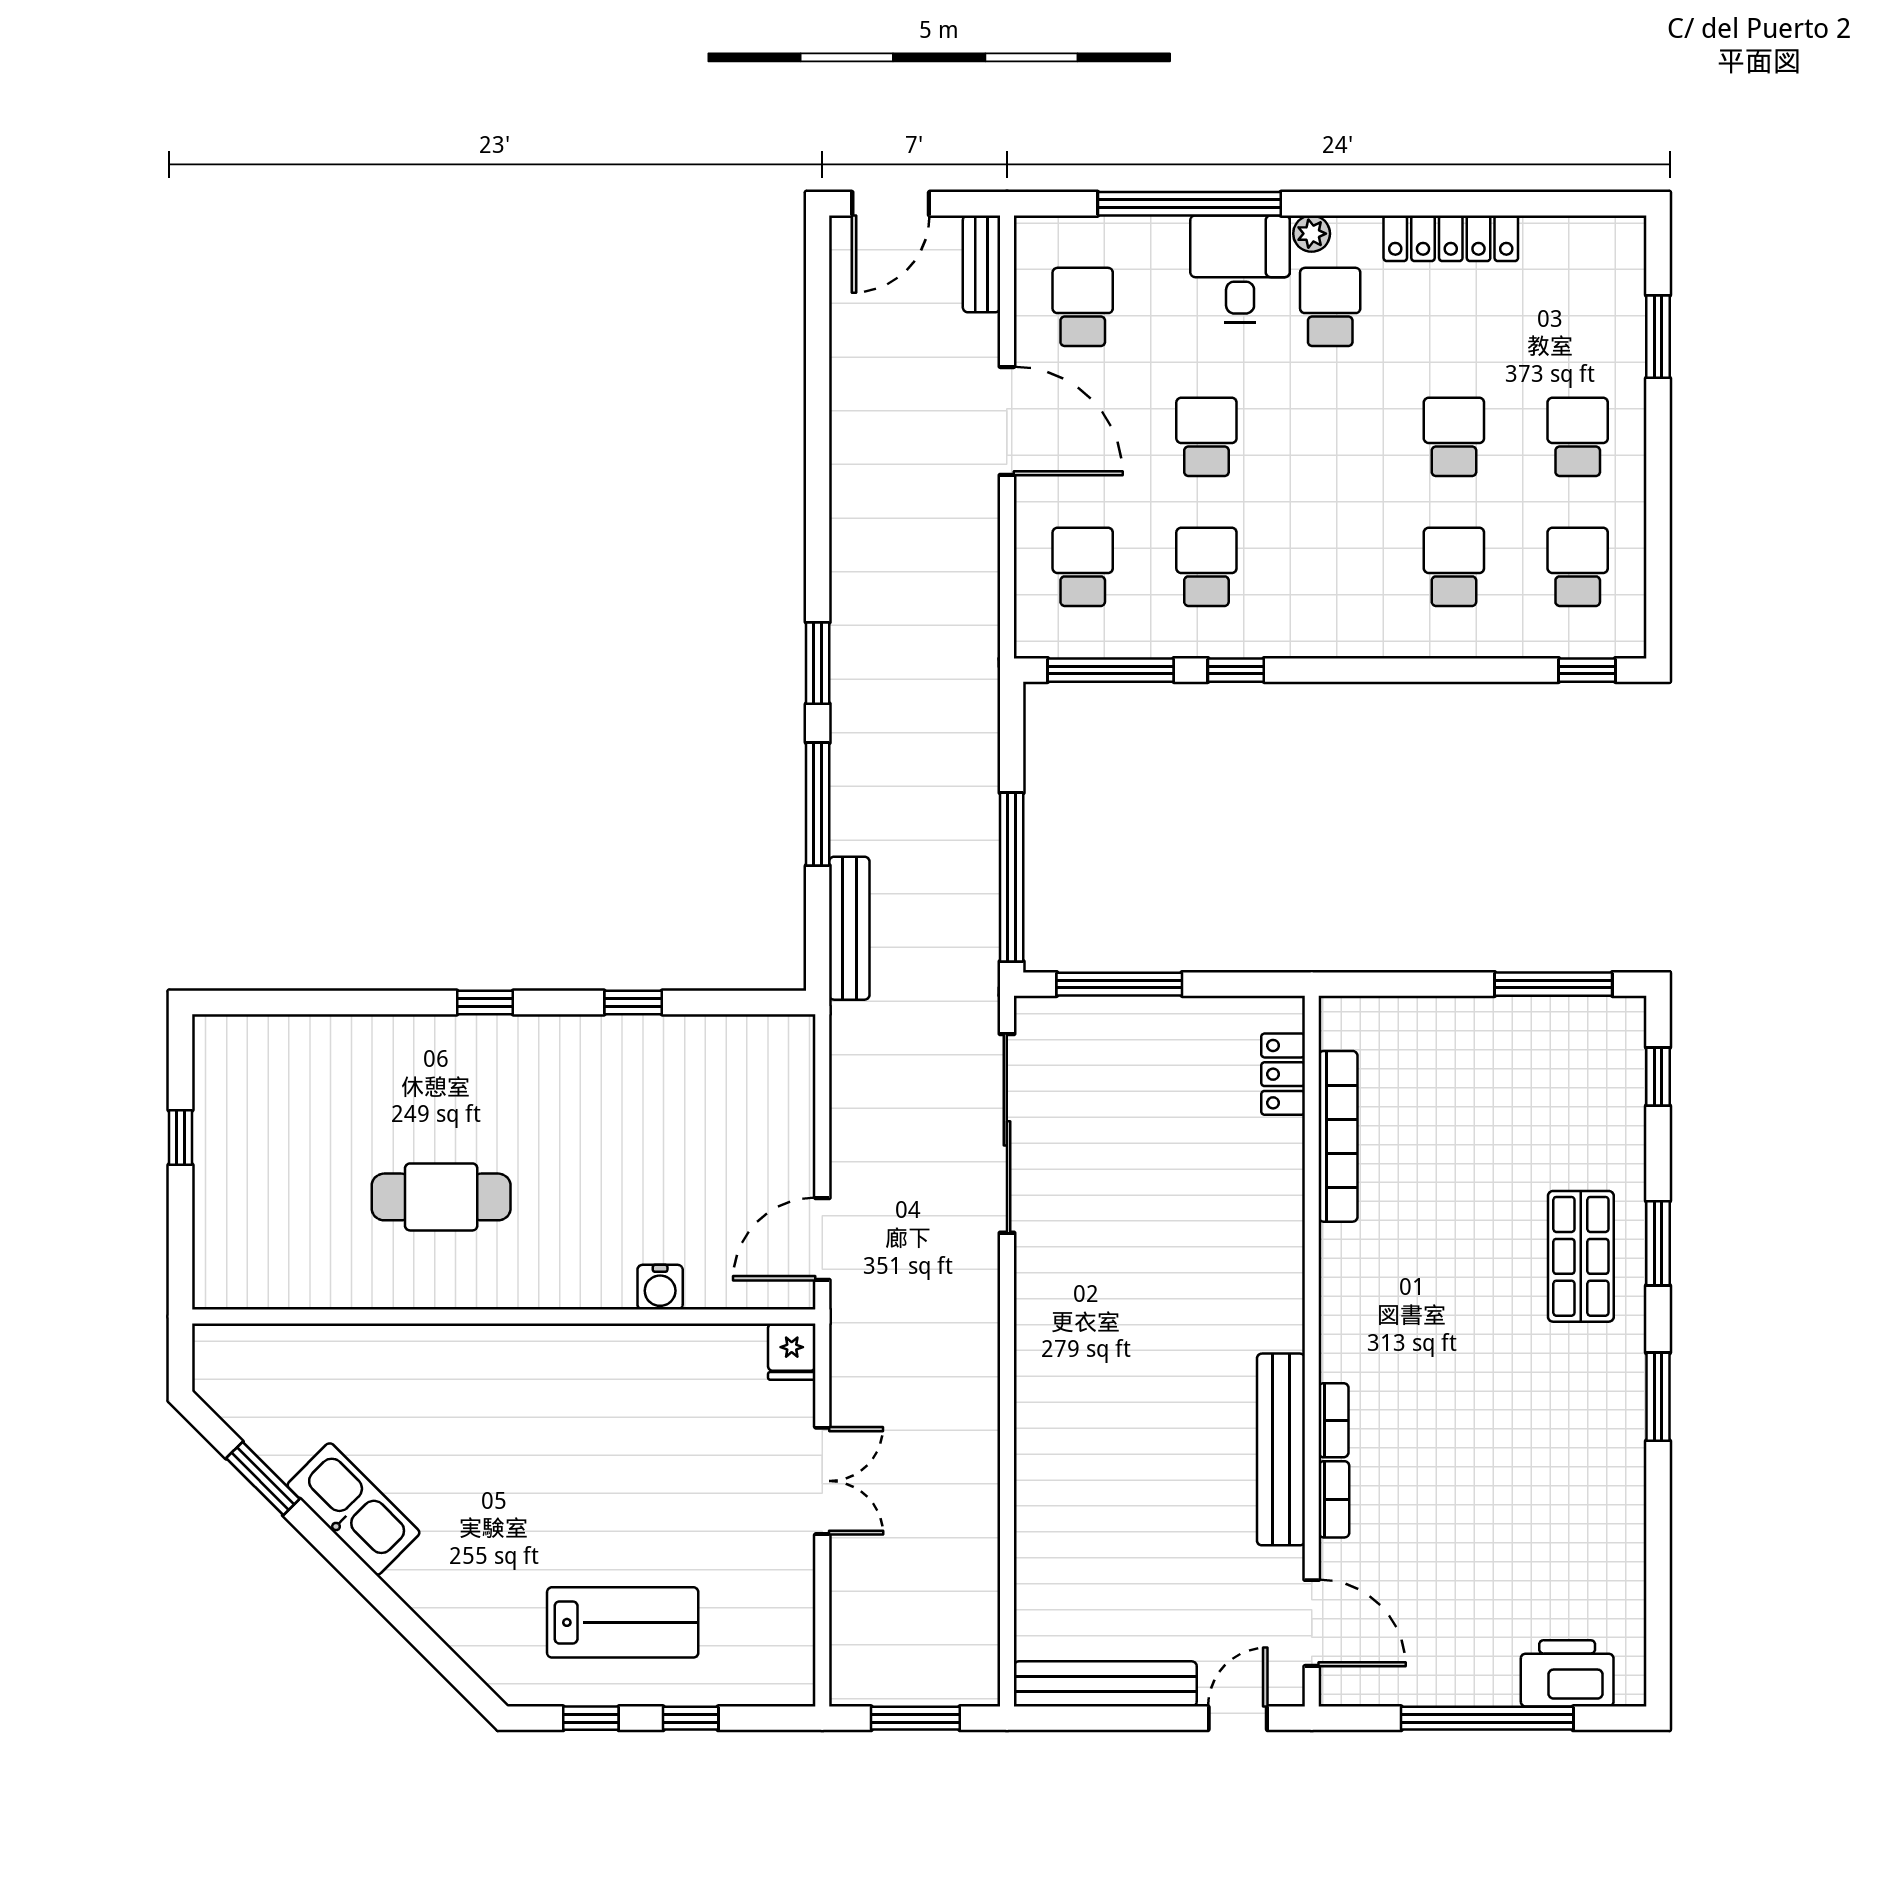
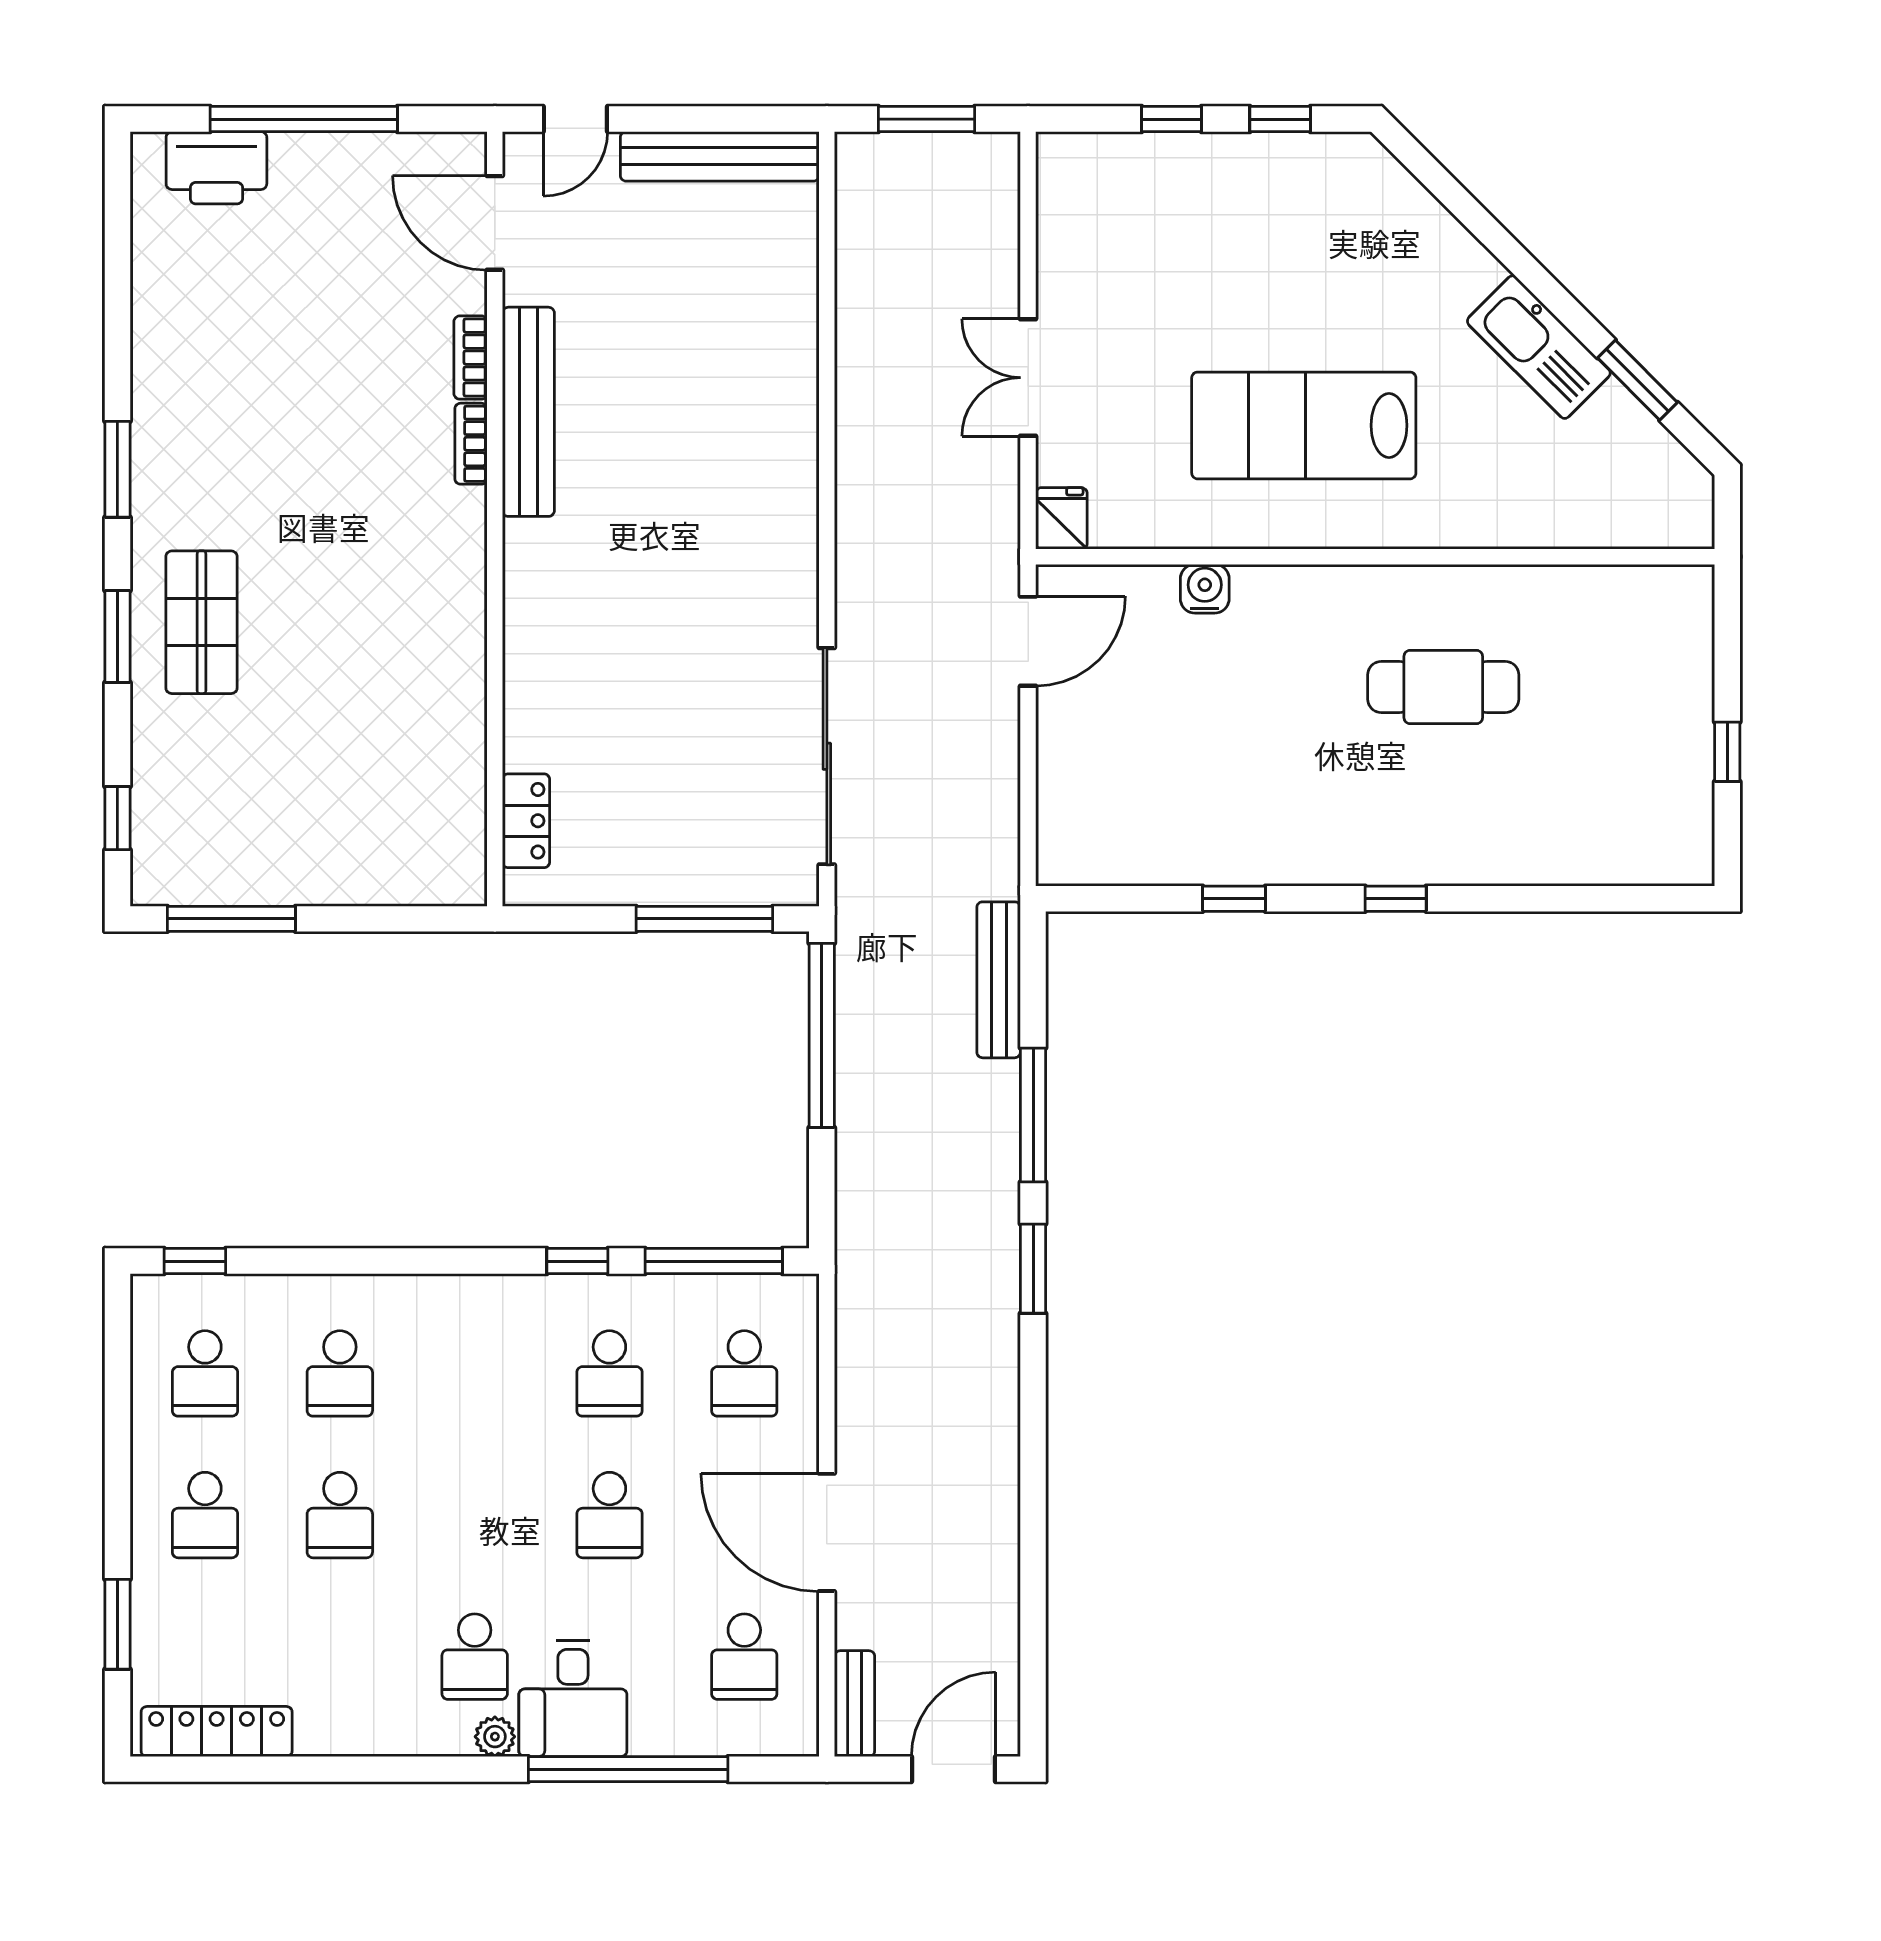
locker: (1451, 238) -> (217, 1731), moved
bookcase: (1338, 1136) -> (466, 753), removed
lab bench: (623, 1622) -> (1304, 425), moved, width x1.36, depth x1.39

